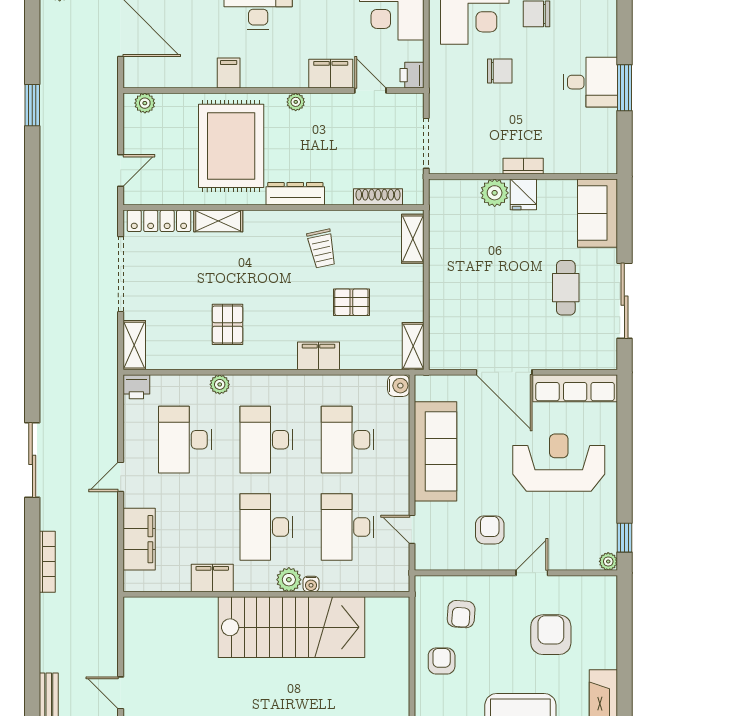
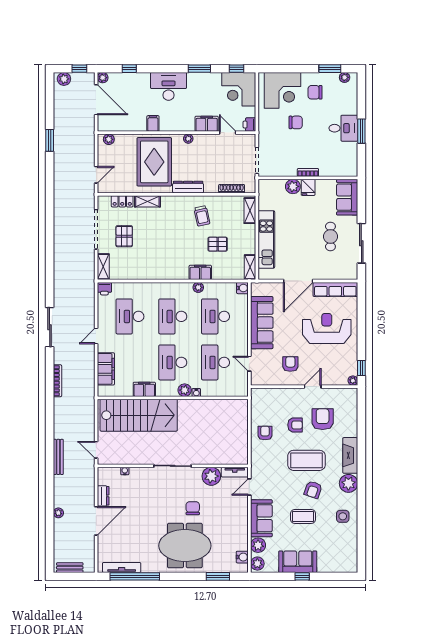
locker: (159, 221) -> (122, 201), width x0.66
kitchen unit: (444, 293) -> (266, 239), added
pallet: (228, 324) -> (124, 236), moved
door: (504, 372) -> (298, 281), hinge flipped
plant: (220, 384) -> (198, 287), moved
armchair: (461, 614) -> (295, 425), moved, turned -94
stairs: (292, 627) -> (139, 415), moved

